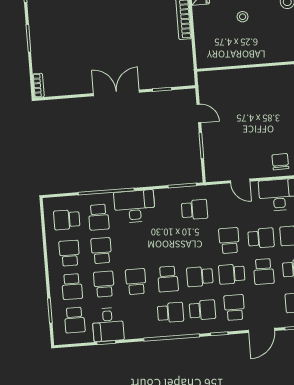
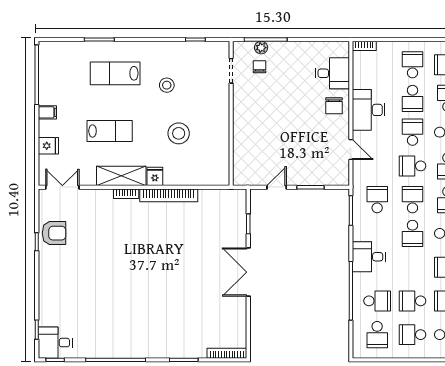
stool: (243, 17) -> (179, 133), width x1.89, depth x1.89
bookcase: (38, 85) -> (227, 353), width x1.56
chair: (280, 162) -> (334, 106), turned -89
door: (240, 181) -> (351, 150), hinge flipped
desk: (134, 206) -> (369, 257), width x0.73
school desk: (197, 243) -> (412, 200), added
school desk: (165, 246) -> (412, 233), added

